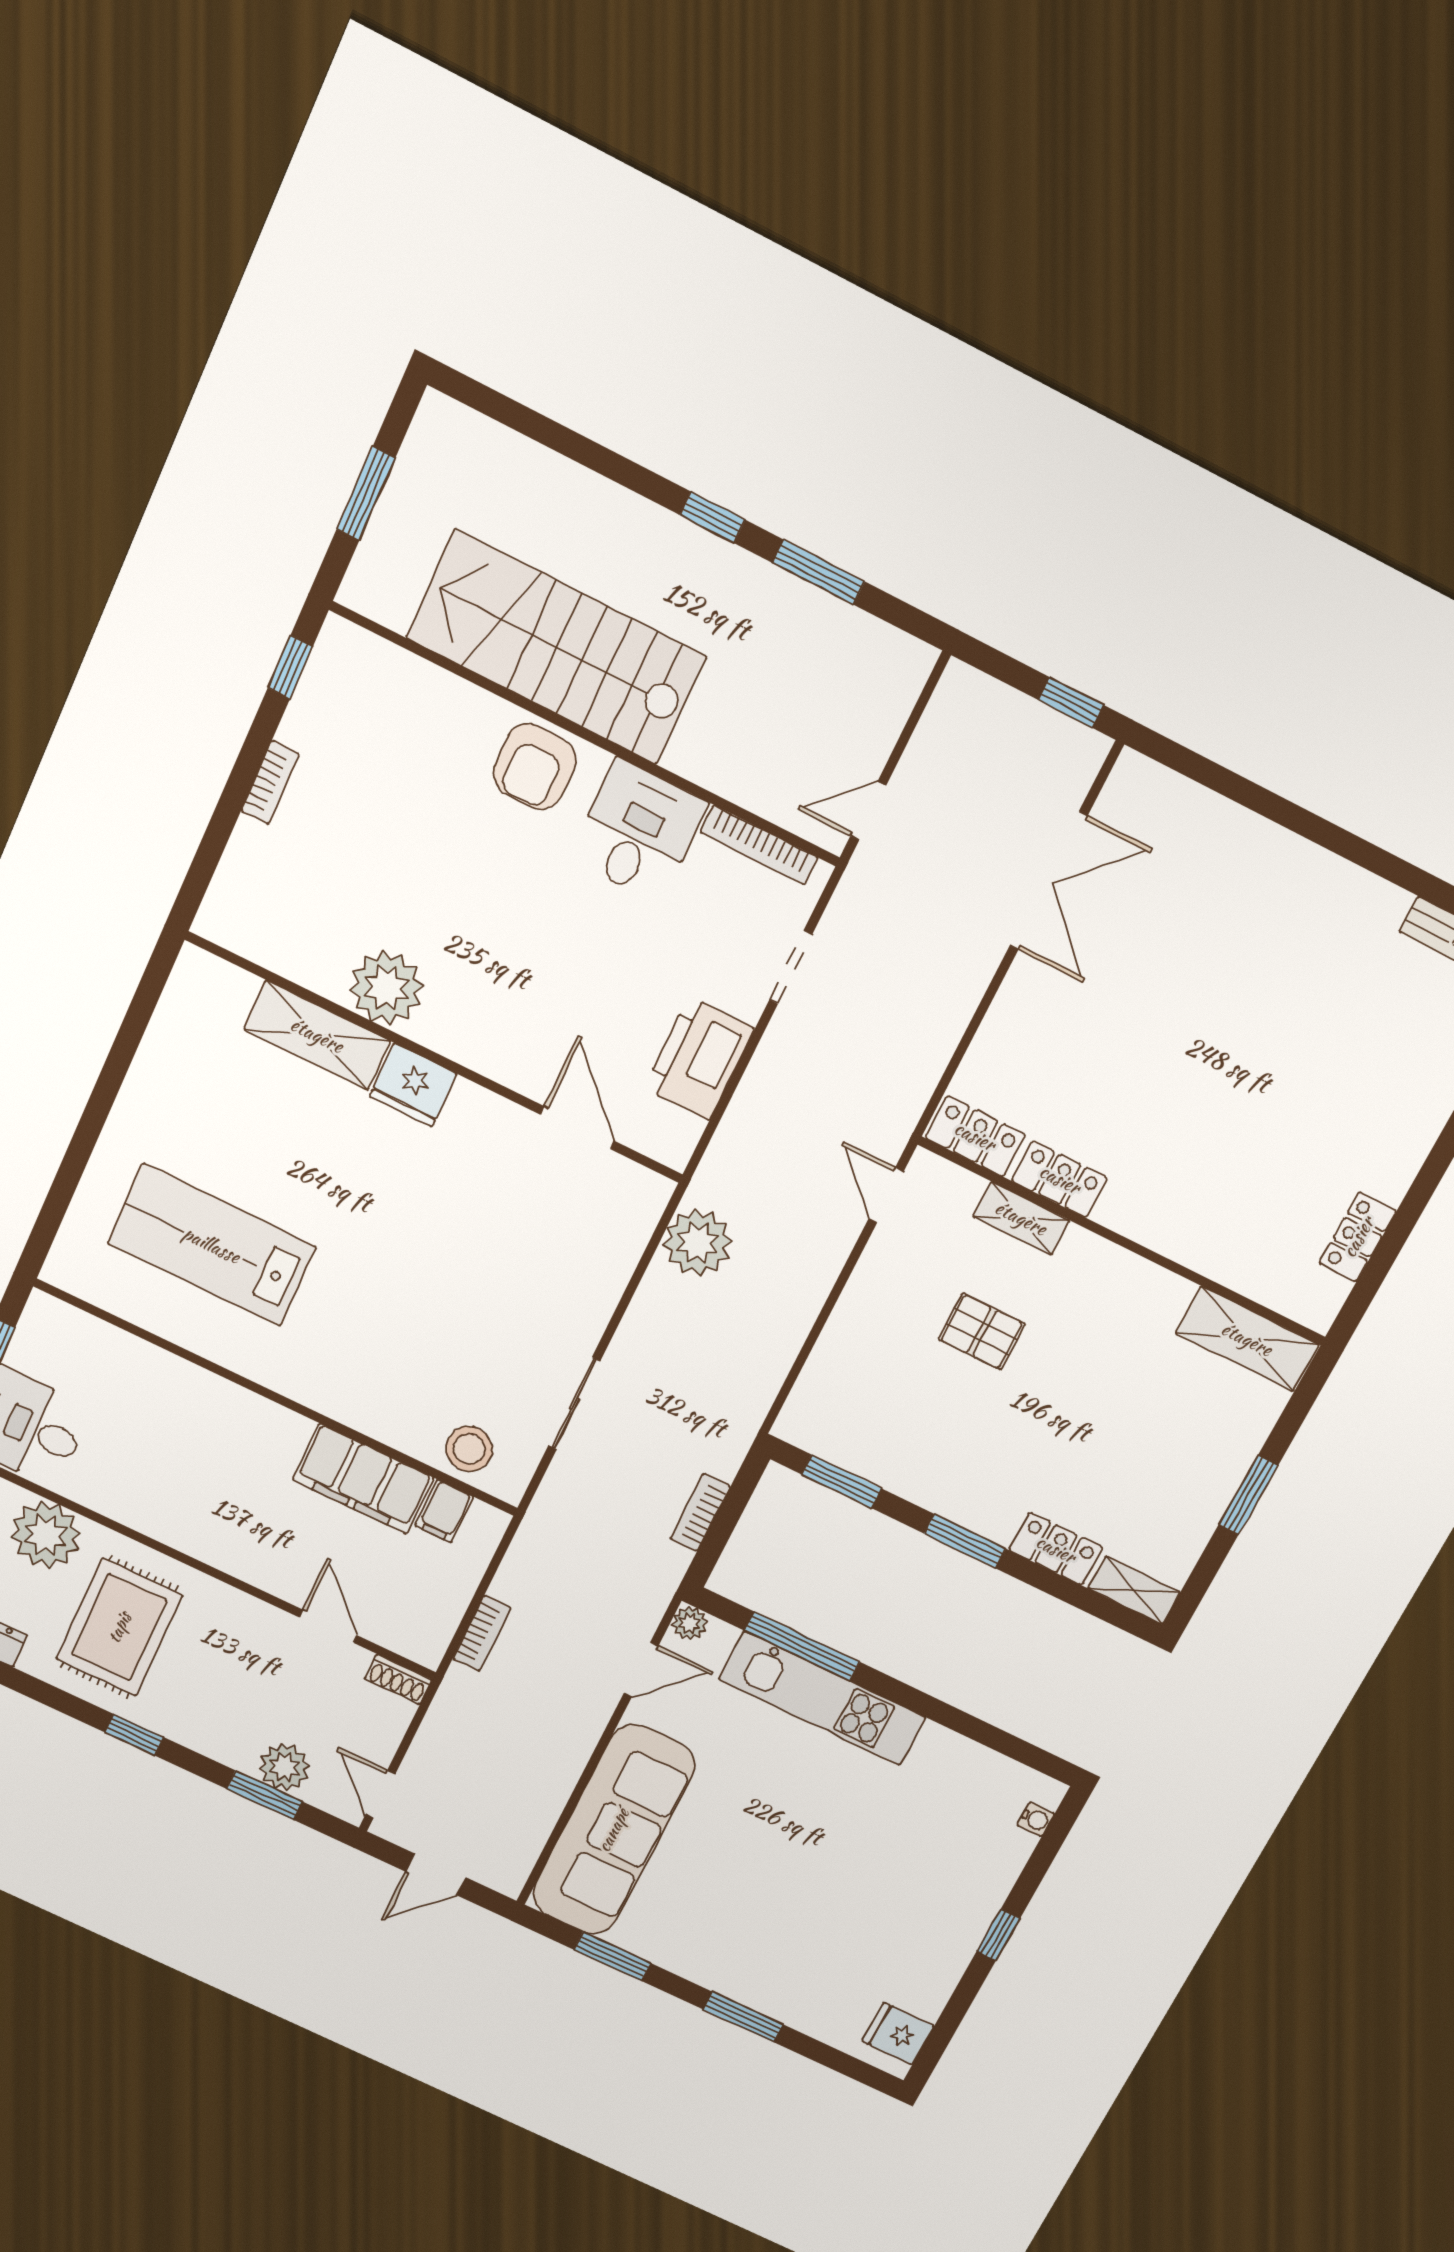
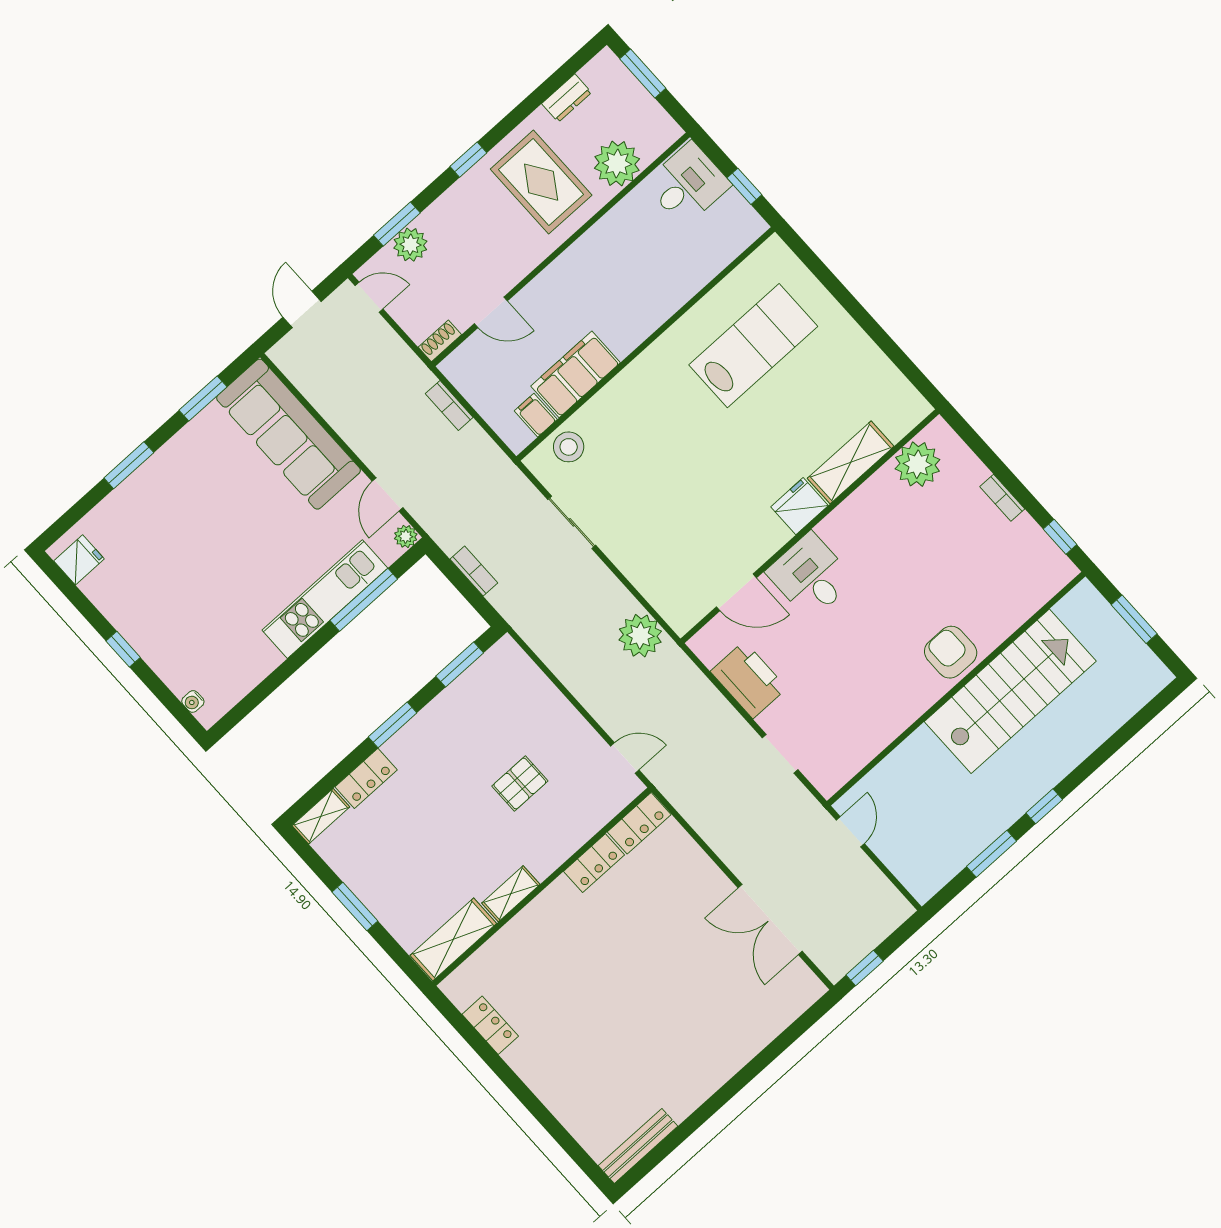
desk: (638, 831) -> (810, 576), moved, turned 180
bookcase: (759, 845) -> (856, 762), removed
plant: (387, 988) -> (917, 464), moved
shelving: (1021, 1218) -> (511, 894), moved

